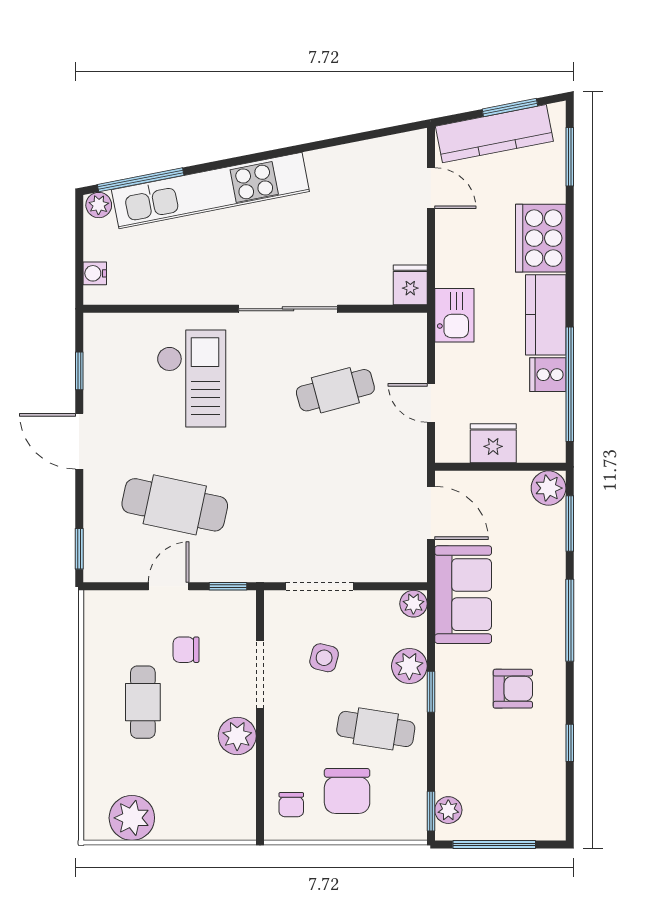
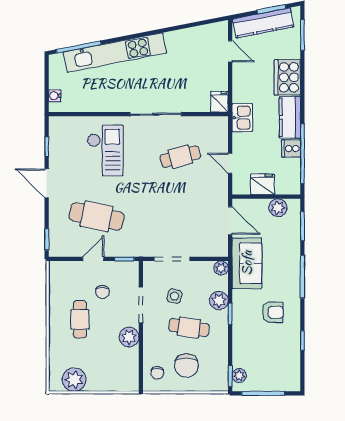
plant: (99, 205) -> (57, 60), removed
plant: (549, 488) -> (278, 208), moved
chair: (186, 650) -> (102, 292), turned -90
cafe table: (376, 729) -> (189, 328), moved

